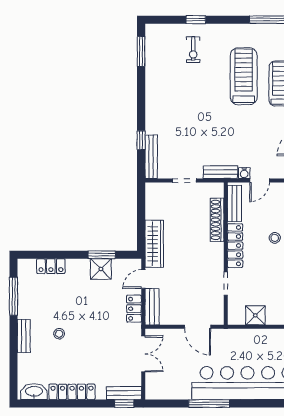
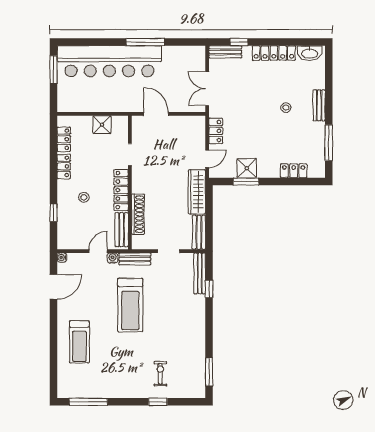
treadmill: (244, 76) -> (130, 305), moved
bench: (152, 307) -> (199, 232), moved
window: (124, 404) -> (239, 42), moved

